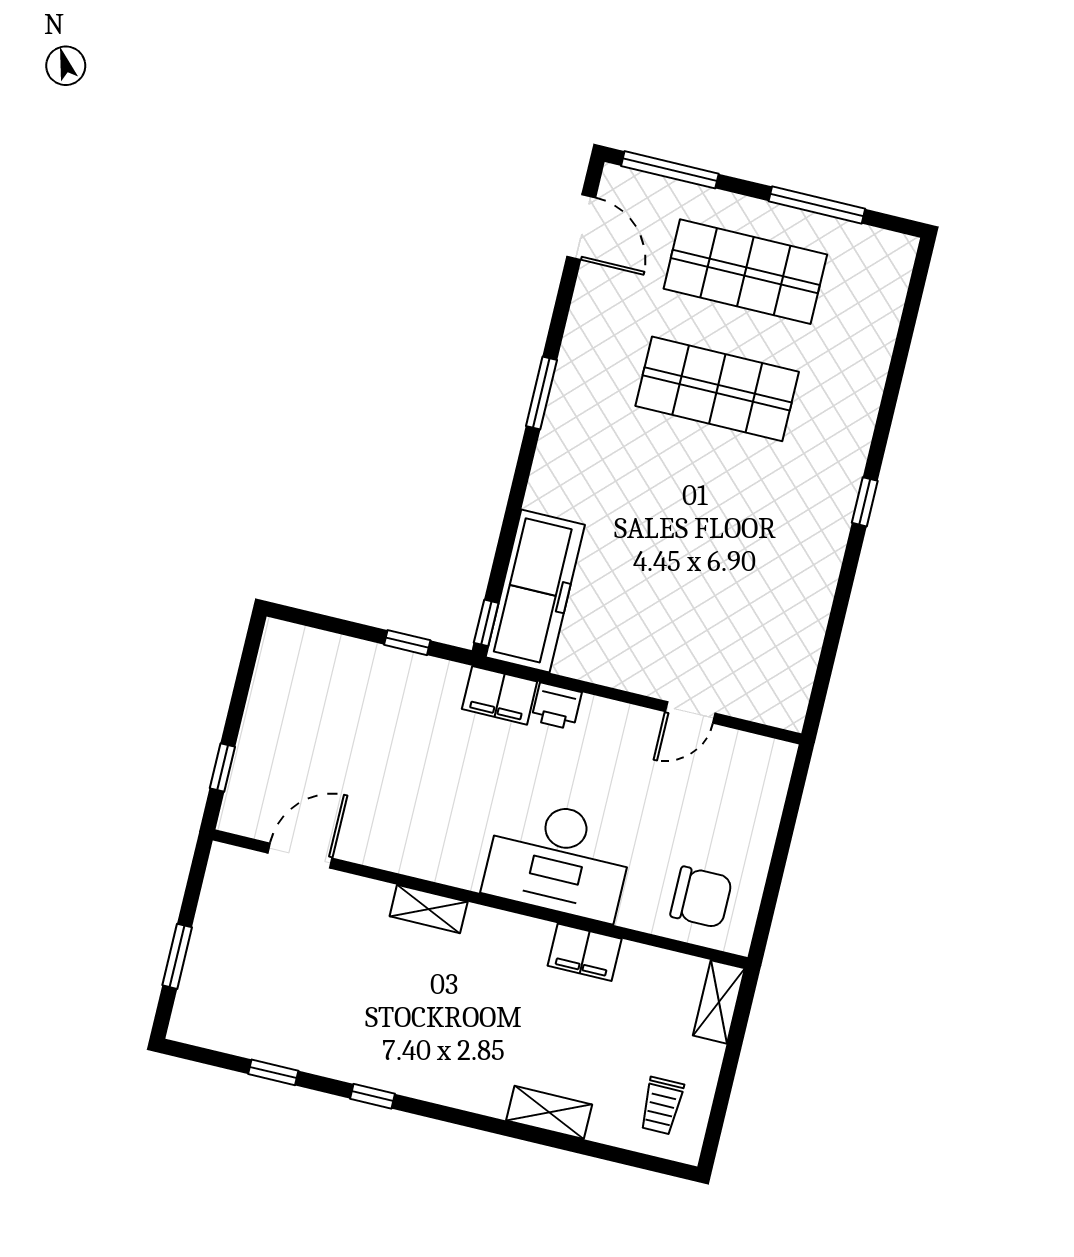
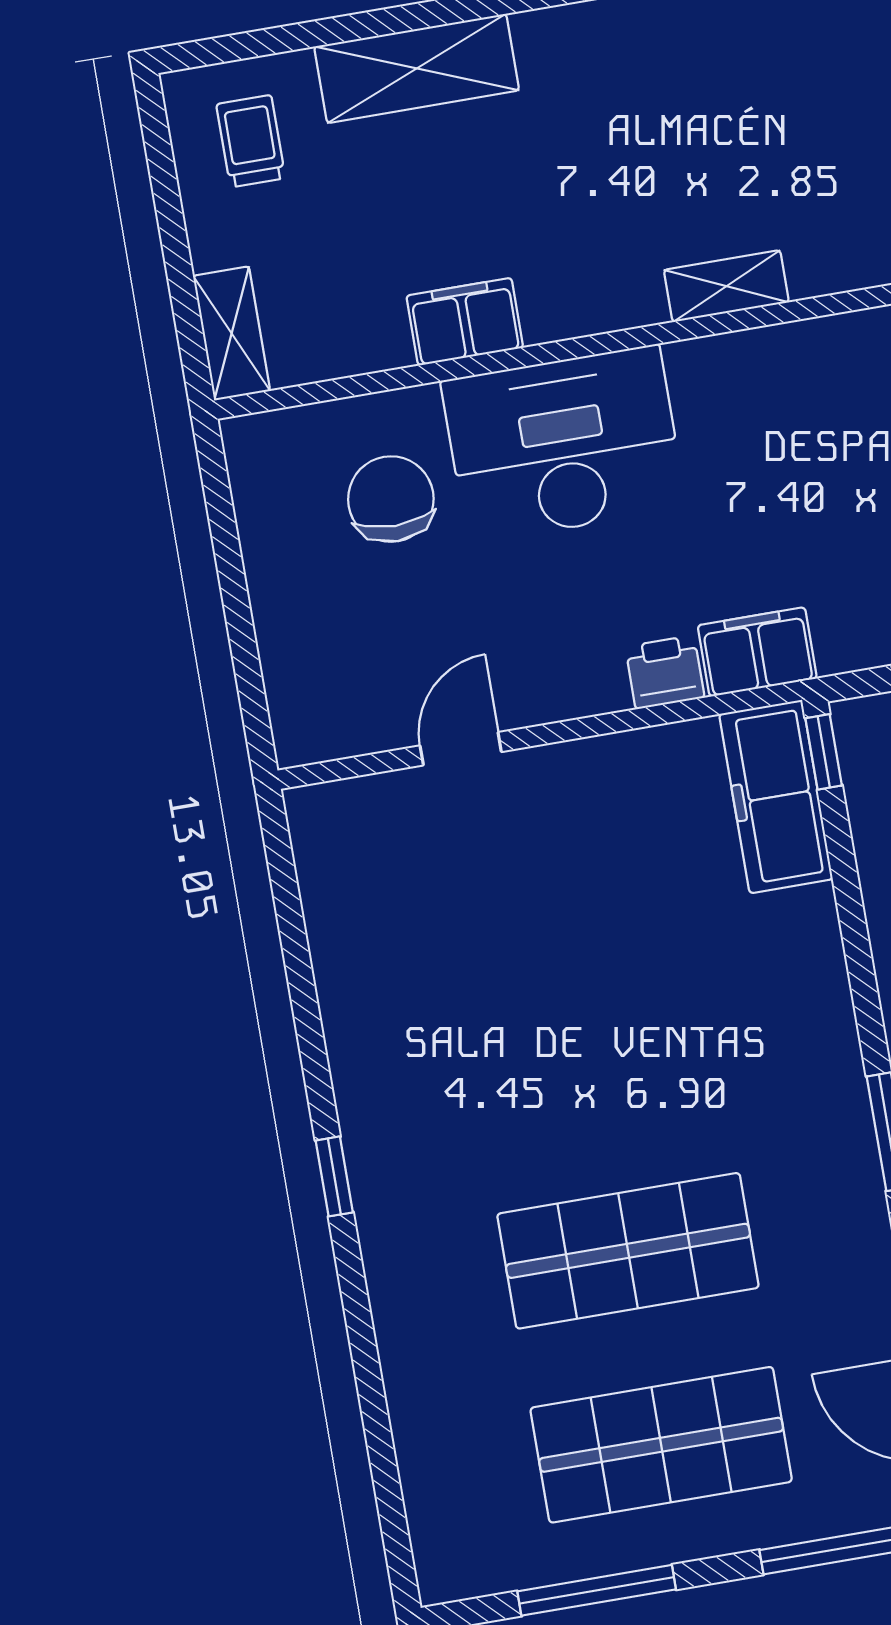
freezer: (535, 591) -> (776, 797), width x0.73, depth x0.79
chair: (701, 897) -> (391, 499), moved, turned 90
shelving: (549, 1112) -> (417, 68), width x1.50, depth x1.33

